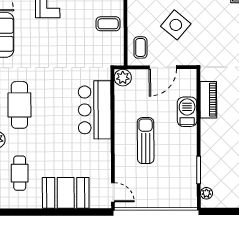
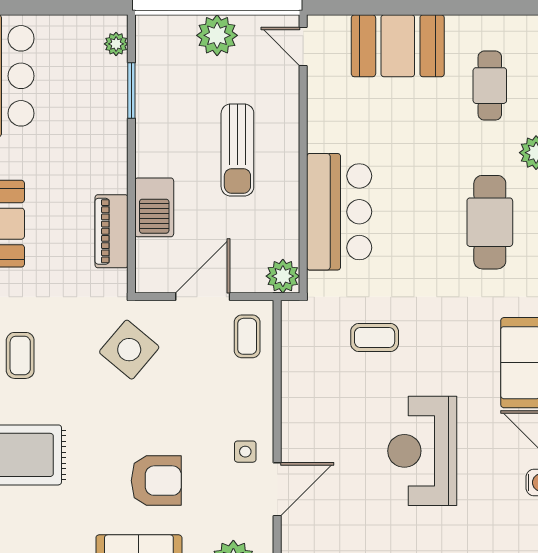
coffee table: (108, 24) -> (375, 337), moved
side table: (176, 25) -> (129, 350), moved
plant: (156, 198) -> (217, 35), added

